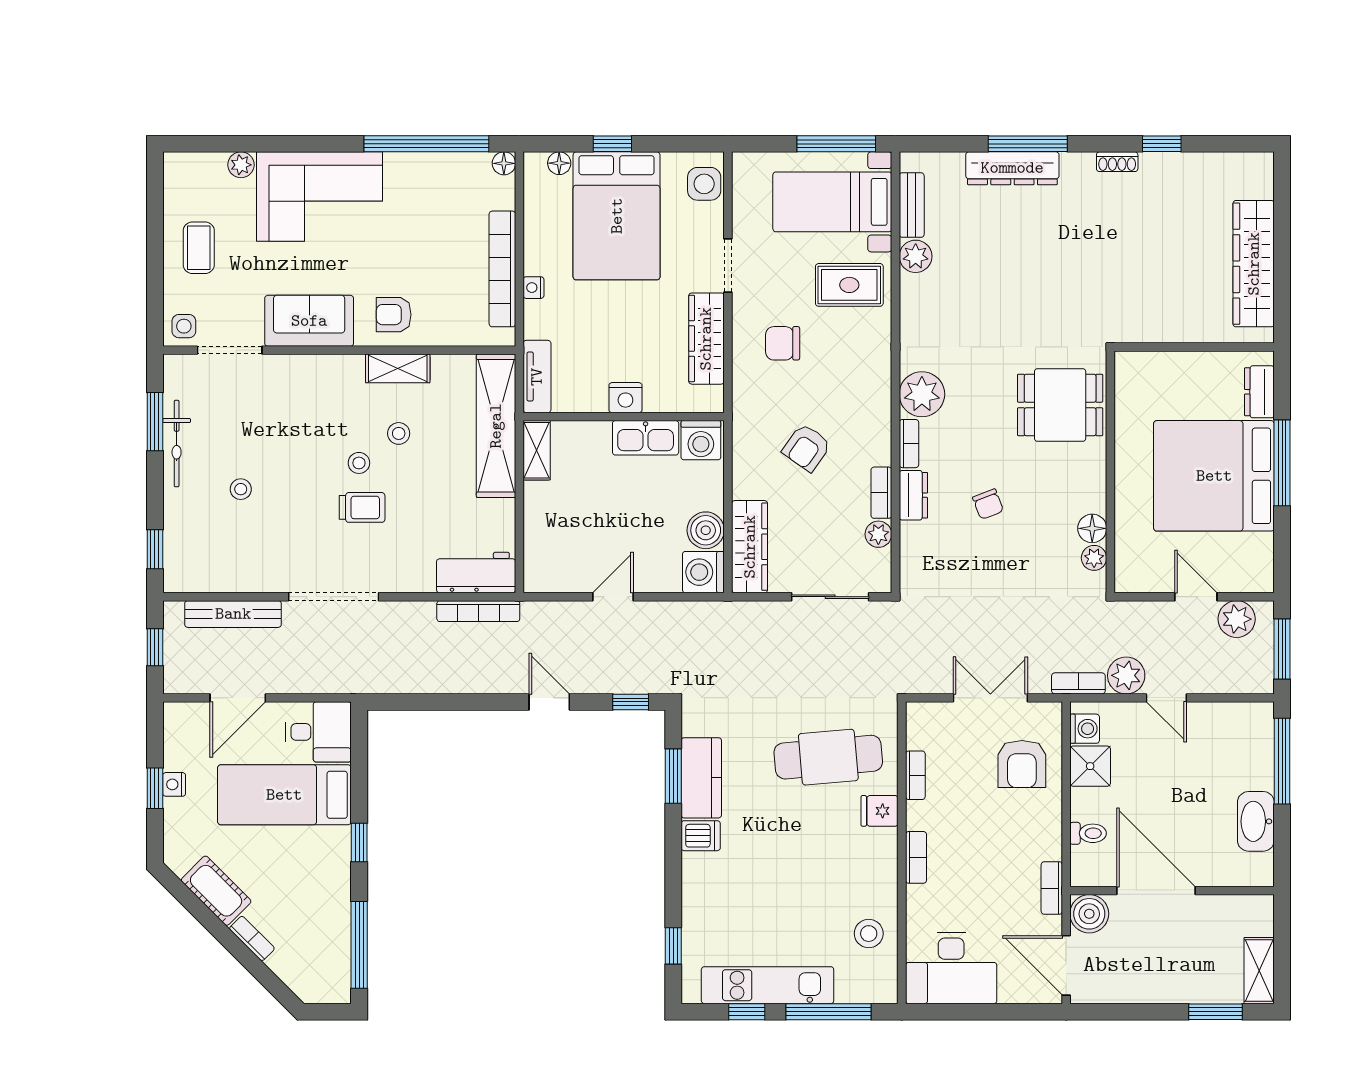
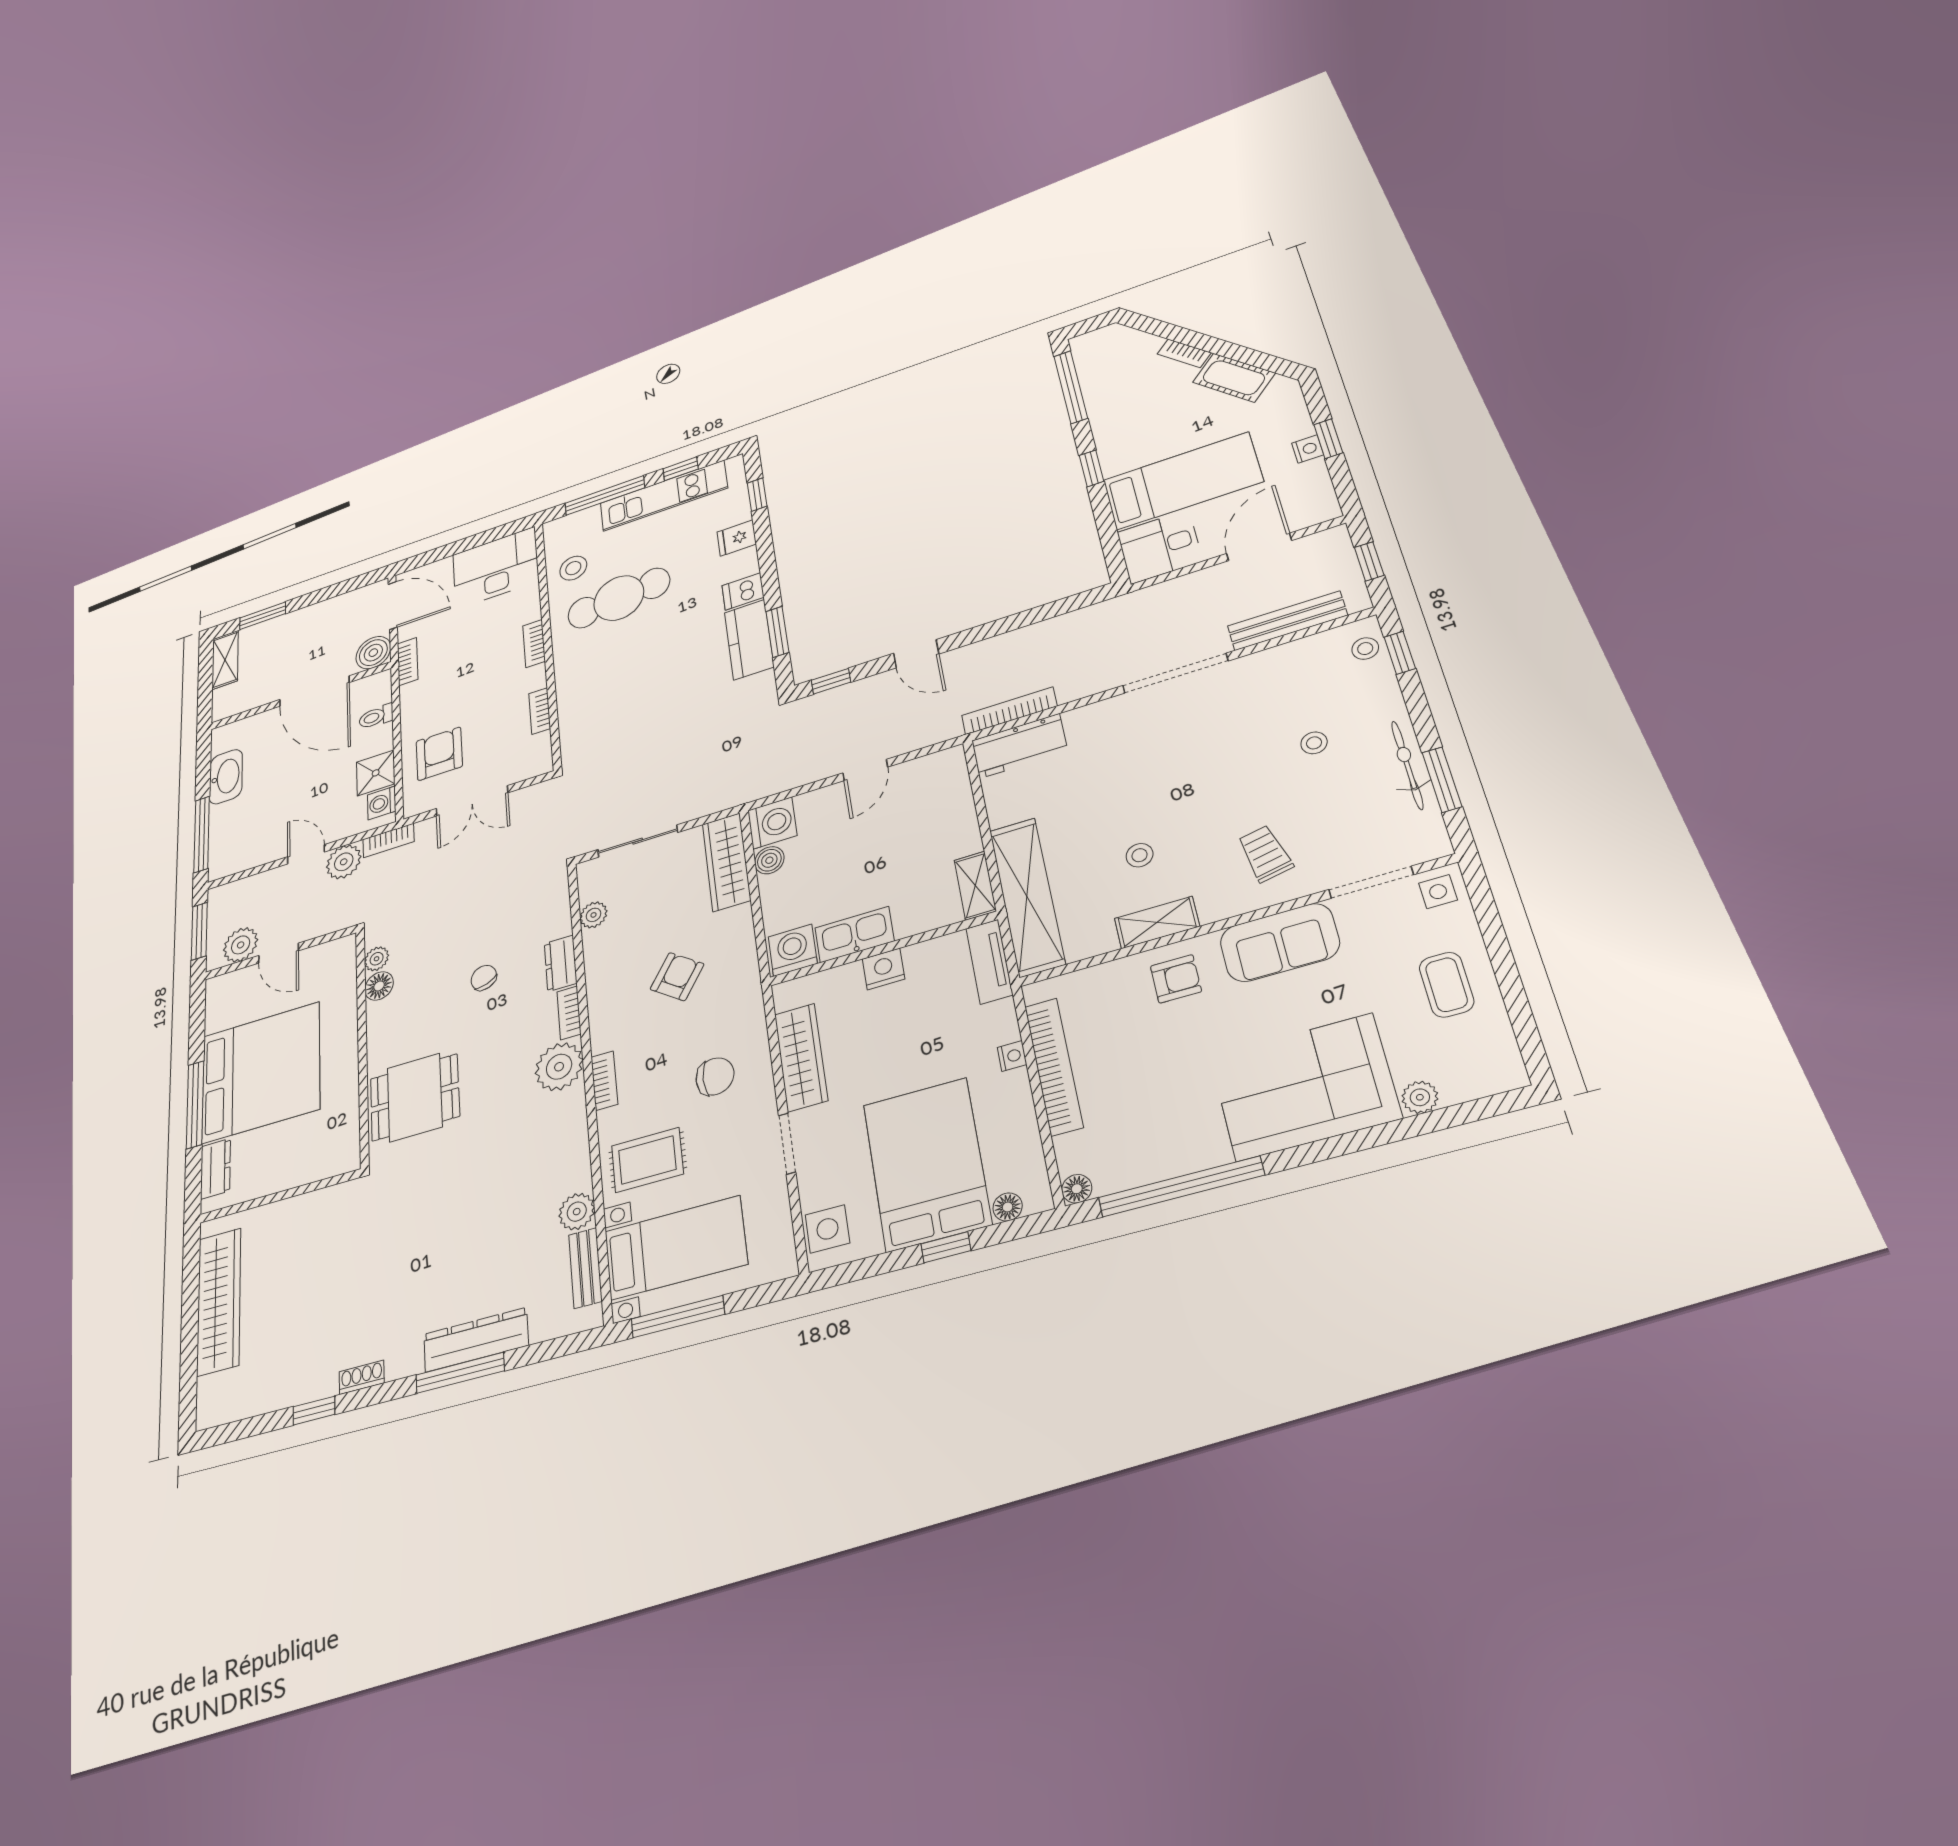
stool: (359, 463) -> (1365, 649), moved
bookcase: (881, 493) -> (604, 1081), moved
trolley: (362, 507) -> (1265, 854), moved, turned 78
boiler: (706, 530) -> (769, 860), width x0.73, depth x0.73
cafe table: (828, 757) -> (619, 598), moved
fridge: (880, 811) -> (737, 538), moved, turned 180

